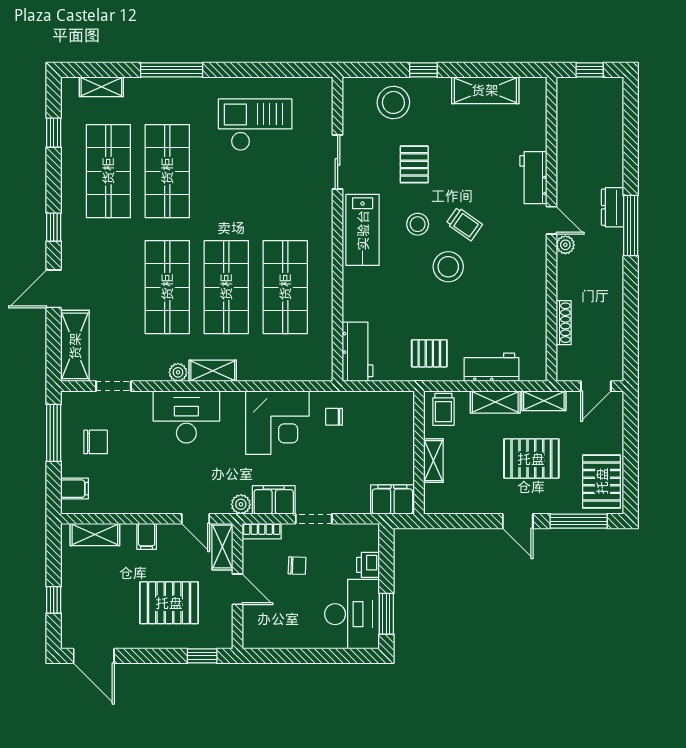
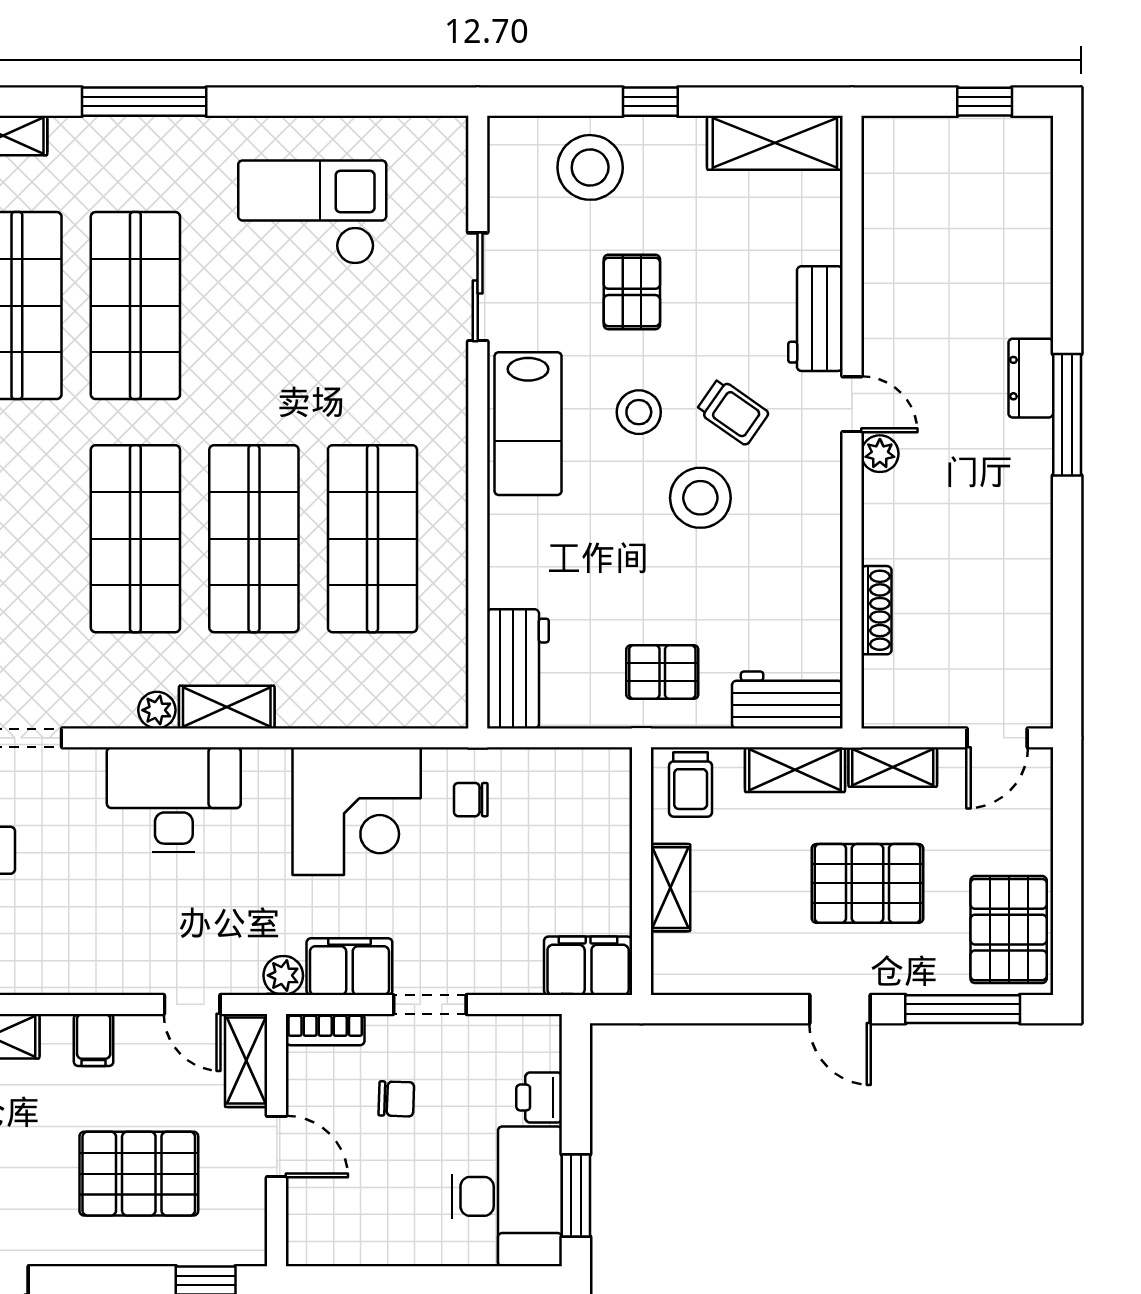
workbench: (533, 178) -> (815, 319), moved
door: (552, 220) -> (852, 404), moved
wall: (552, 229) -> (852, 422), moved
plant: (565, 245) -> (880, 454), moved
shoe rack: (564, 323) -> (876, 610), moved

